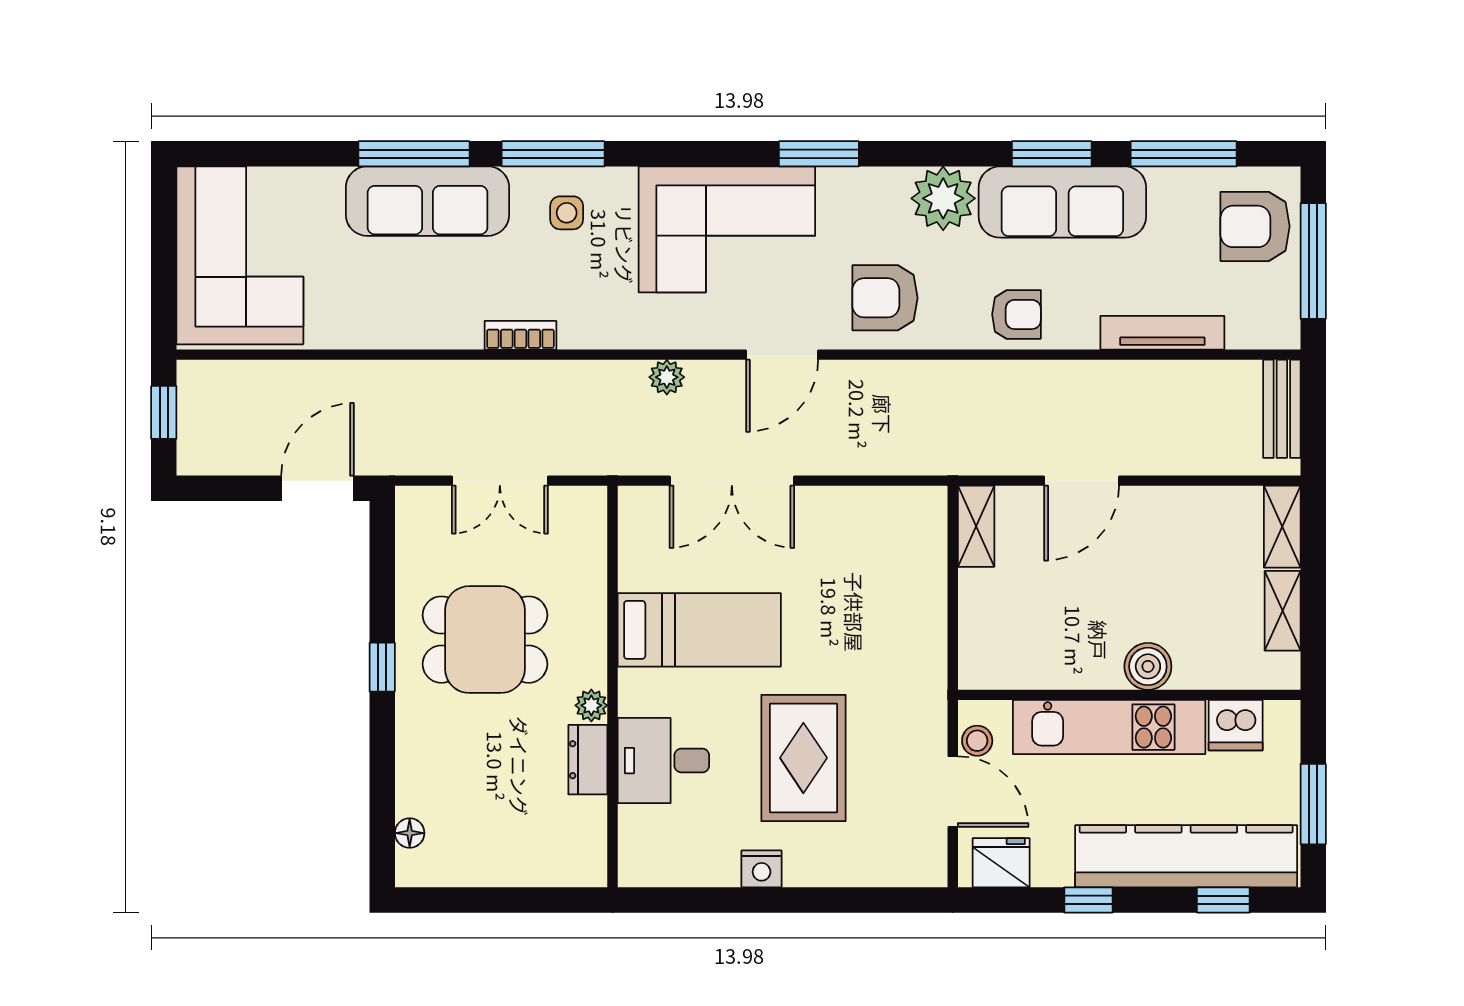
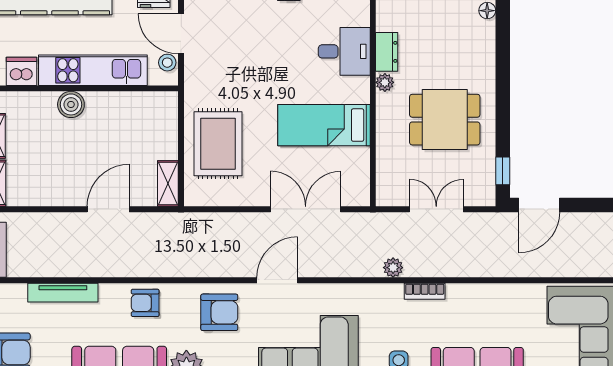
plant: (667, 377) -> (393, 268), moved
window: (382, 667) -> (503, 171), moved
rug: (803, 758) -> (218, 144), moved

